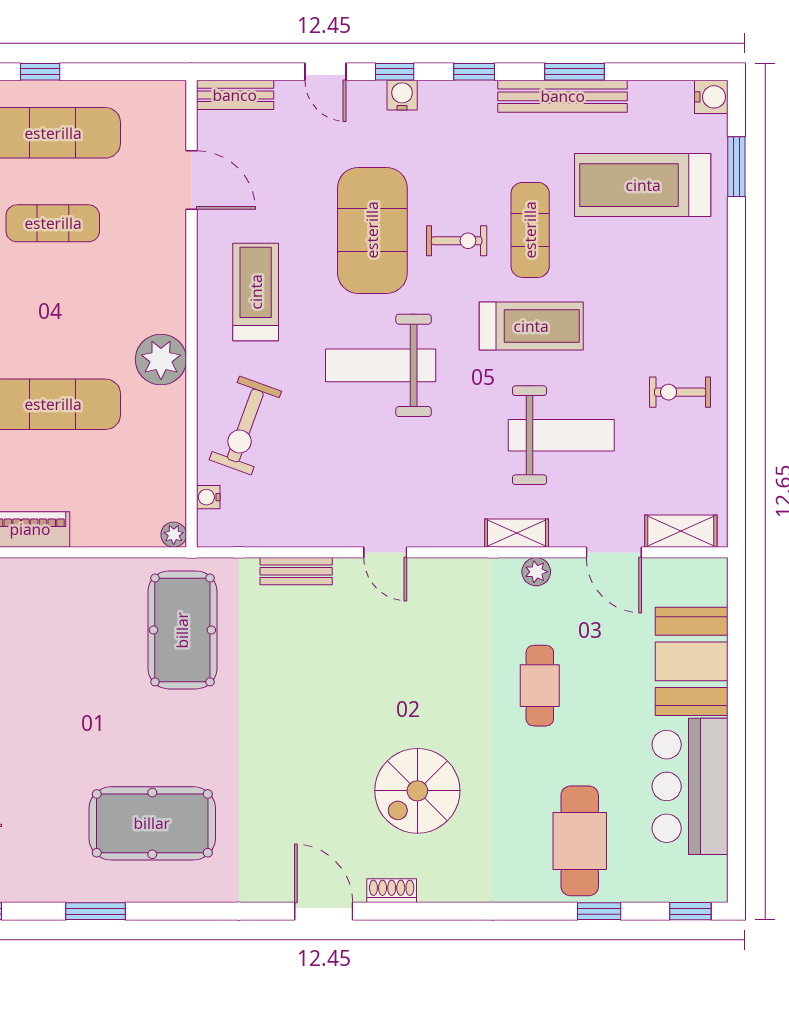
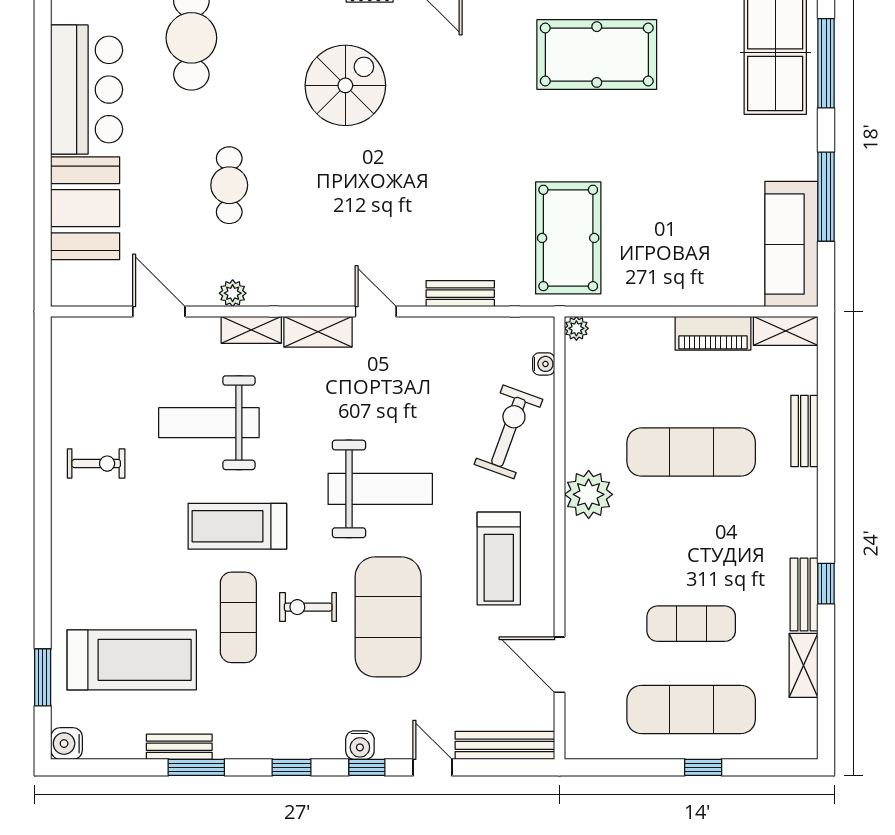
bench: (235, 95) -> (505, 745), width x1.36
bench: (563, 96) -> (179, 747), width x0.54, depth x0.82
shelving: (681, 531) -> (318, 332), moved

